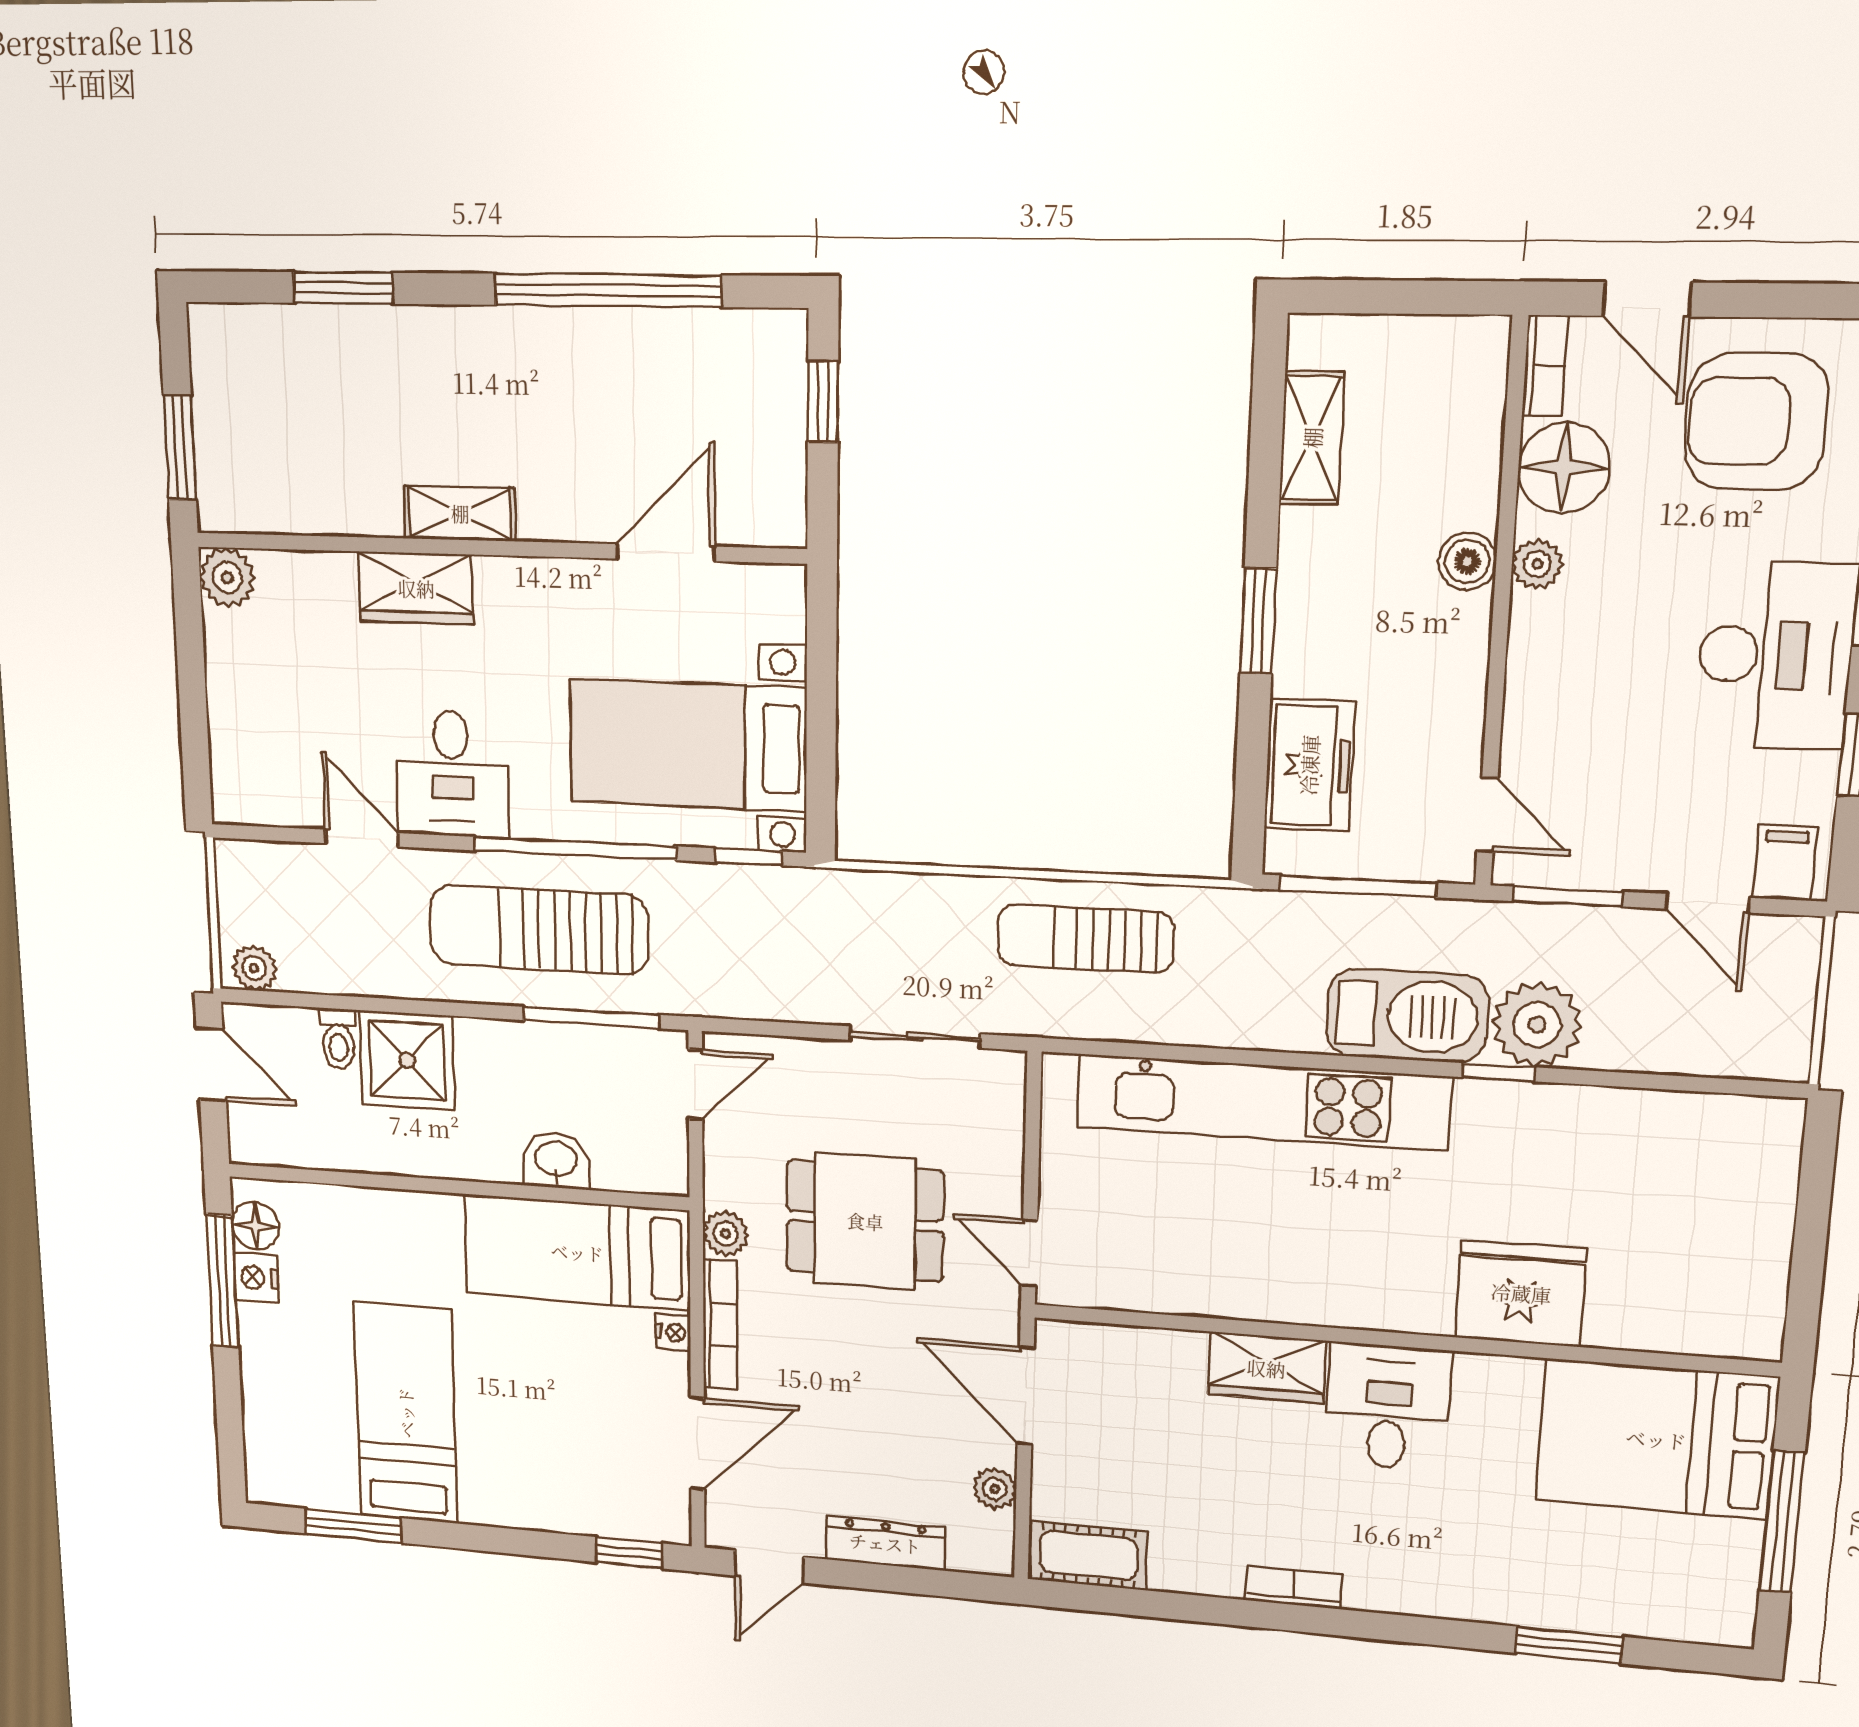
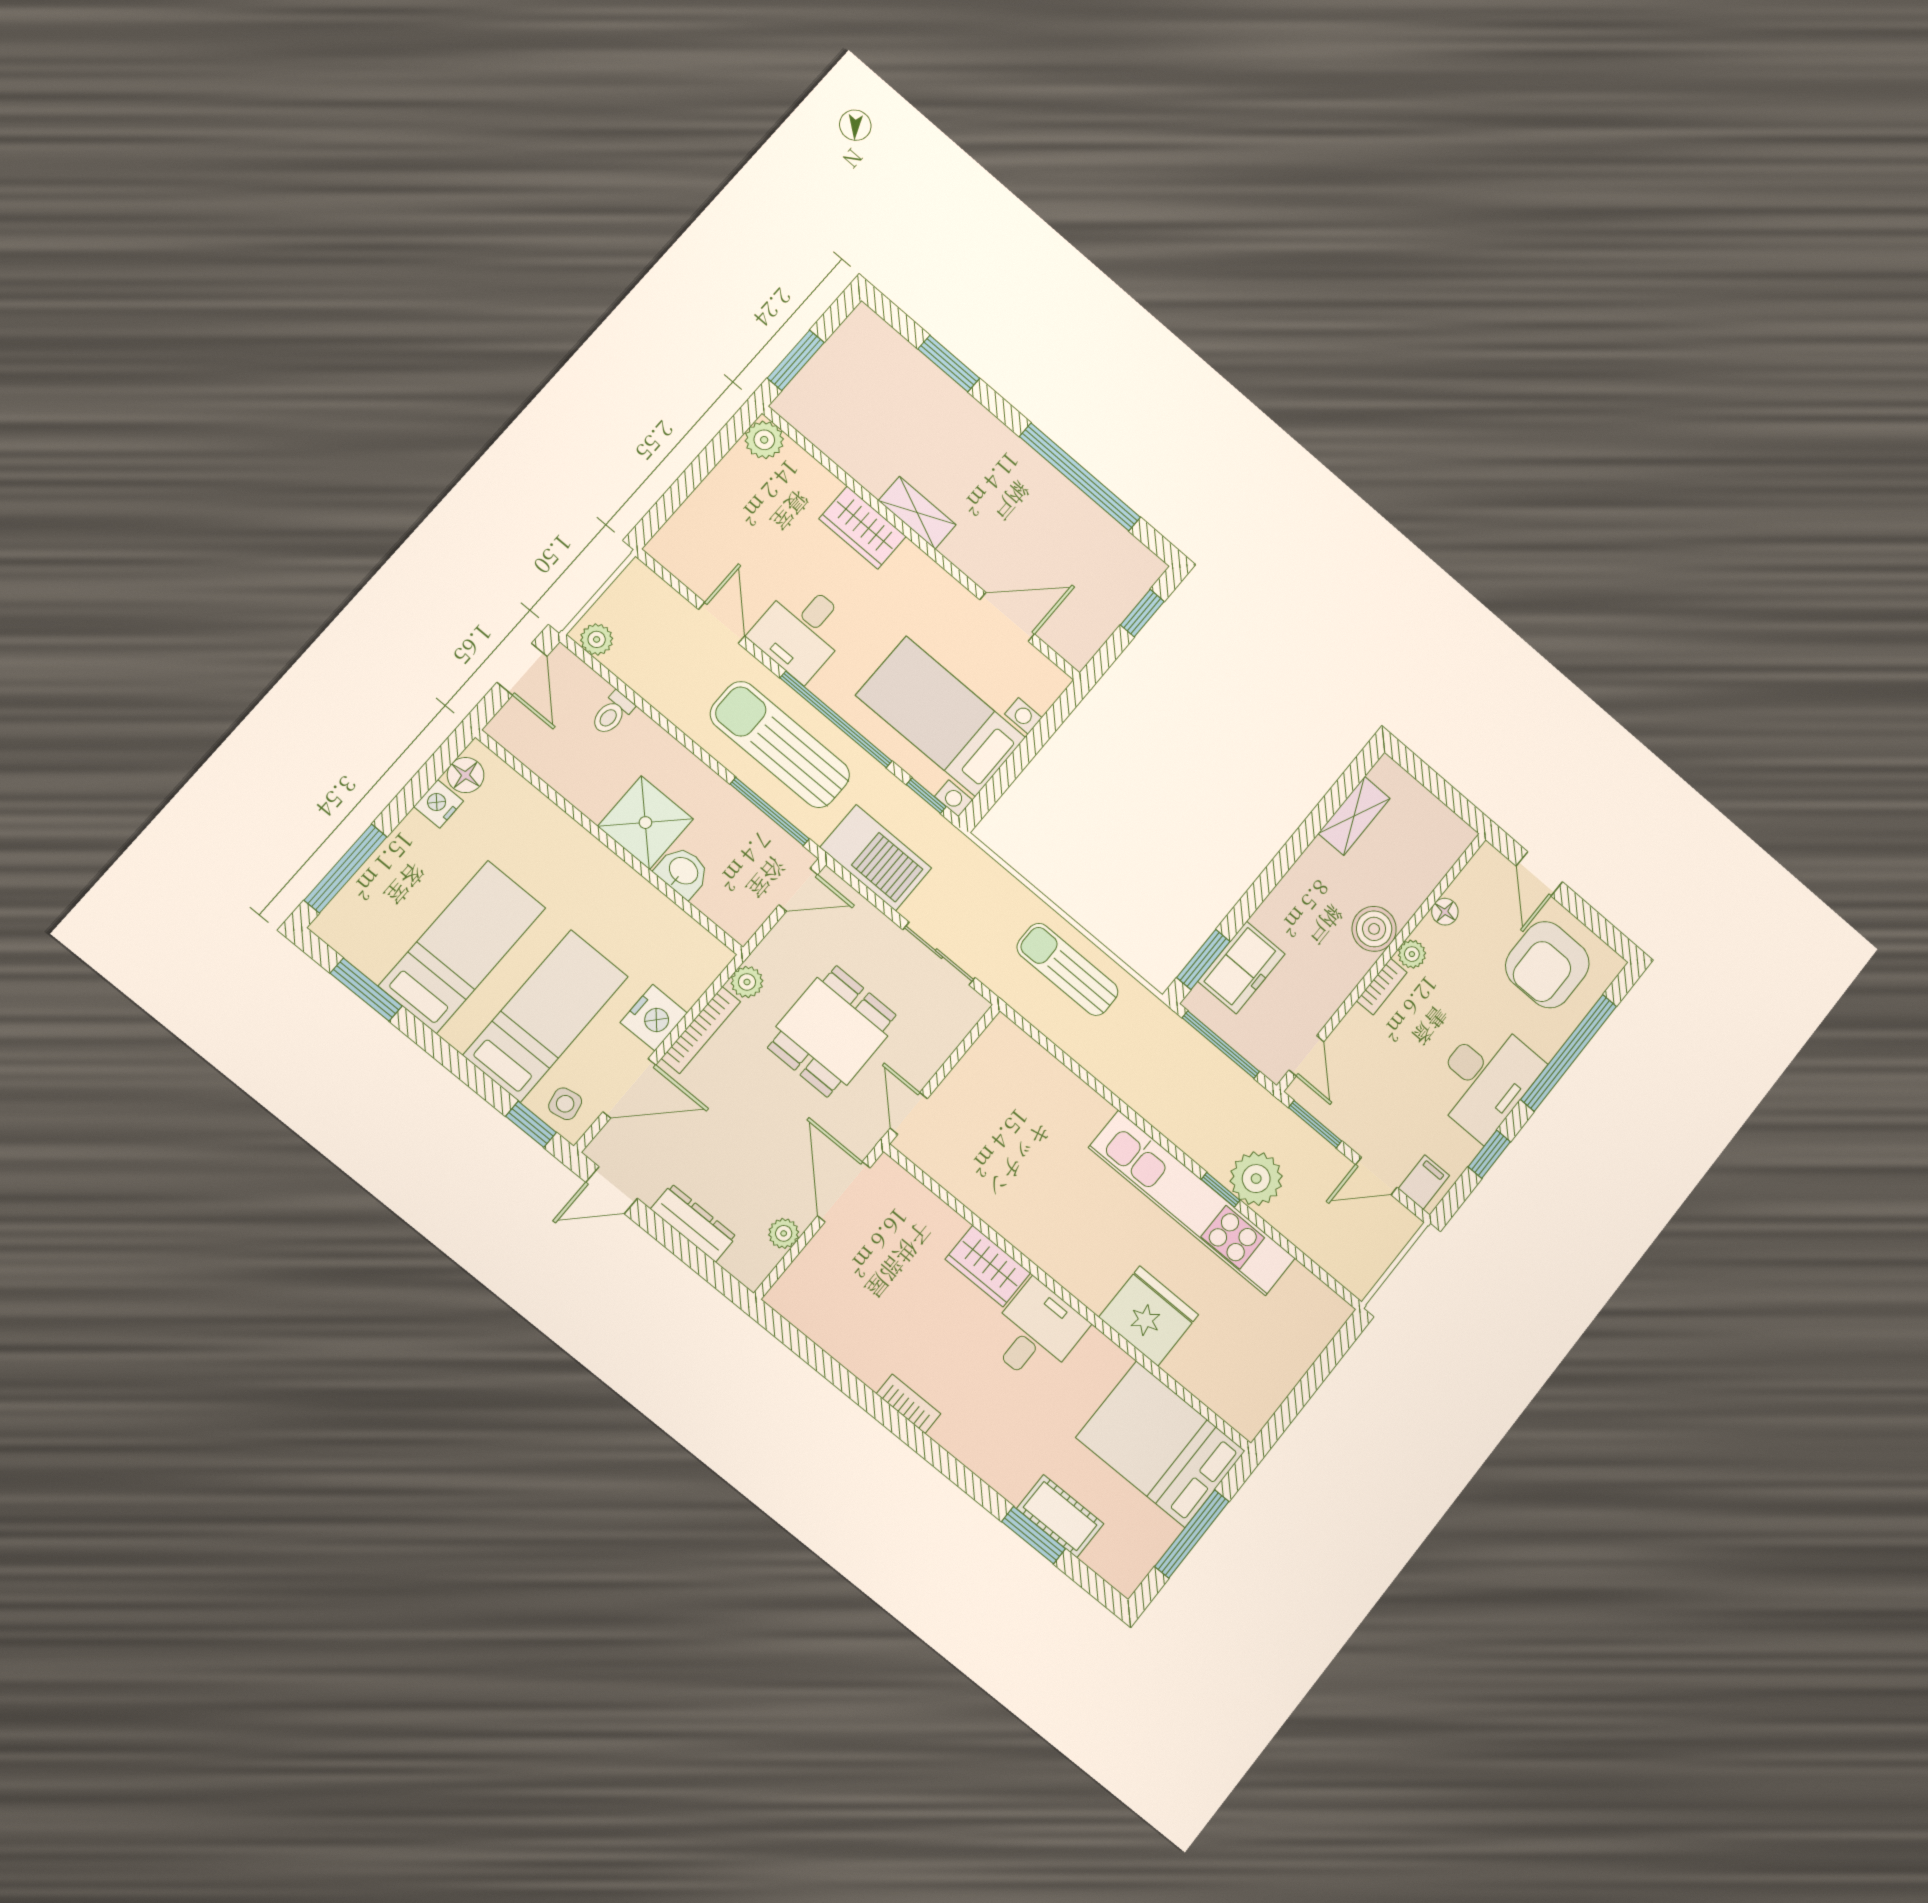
bookcase: (1545, 366) -> (1382, 987), moved
armchair: (1756, 422) -> (1547, 965), turned -90
floor lamp: (1564, 467) -> (1445, 912), width x0.53, depth x0.53
boiler: (1467, 561) -> (1374, 929), width x1.36, depth x1.36
window: (1258, 621) -> (1203, 959), moved
door: (1708, 903) -> (1376, 1176), hinge flipped
barbecue: (1407, 1016) -> (876, 858), moved
shower: (407, 1060) -> (645, 823), moved
kitchen unit: (1262, 1102) -> (1192, 1203), moved
dining table: (865, 1221) -> (832, 1031), turned 90
bed: (577, 1252) -> (546, 1016), moved, turned 90
window: (222, 1281) -> (346, 868), moved
nightstand: (673, 1332) -> (654, 1018), width x1.89, depth x1.79
side table: (645, 1507) -> (565, 1104), added
cot: (1088, 1556) -> (1060, 1516), moved

